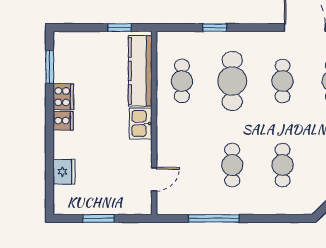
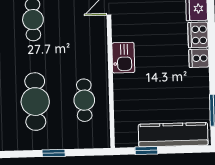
kitchen counter: (140, 71) -> (173, 135), moved, turned -90
cooker: (63, 97) -> (198, 35), moved

